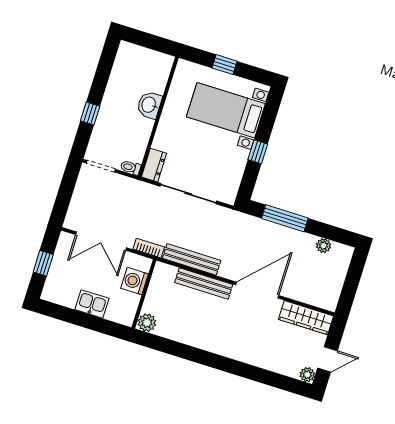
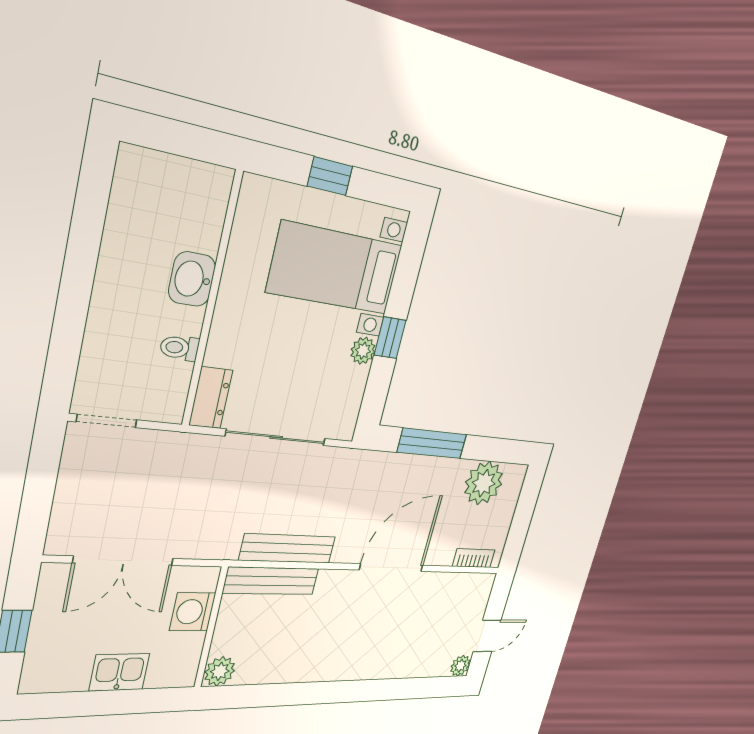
window: (90, 113) -> (71, 316), removed
plant: (241, 156) -> (363, 351), added
toilet: (131, 168) -> (180, 348), moved
plant: (324, 246) -> (484, 483), width x1.88, depth x1.88
bookcase: (149, 248) -> (474, 558), moved
bench: (204, 283) -> (271, 581), moved
wardrobe: (306, 318) -> (460, 587), removed

